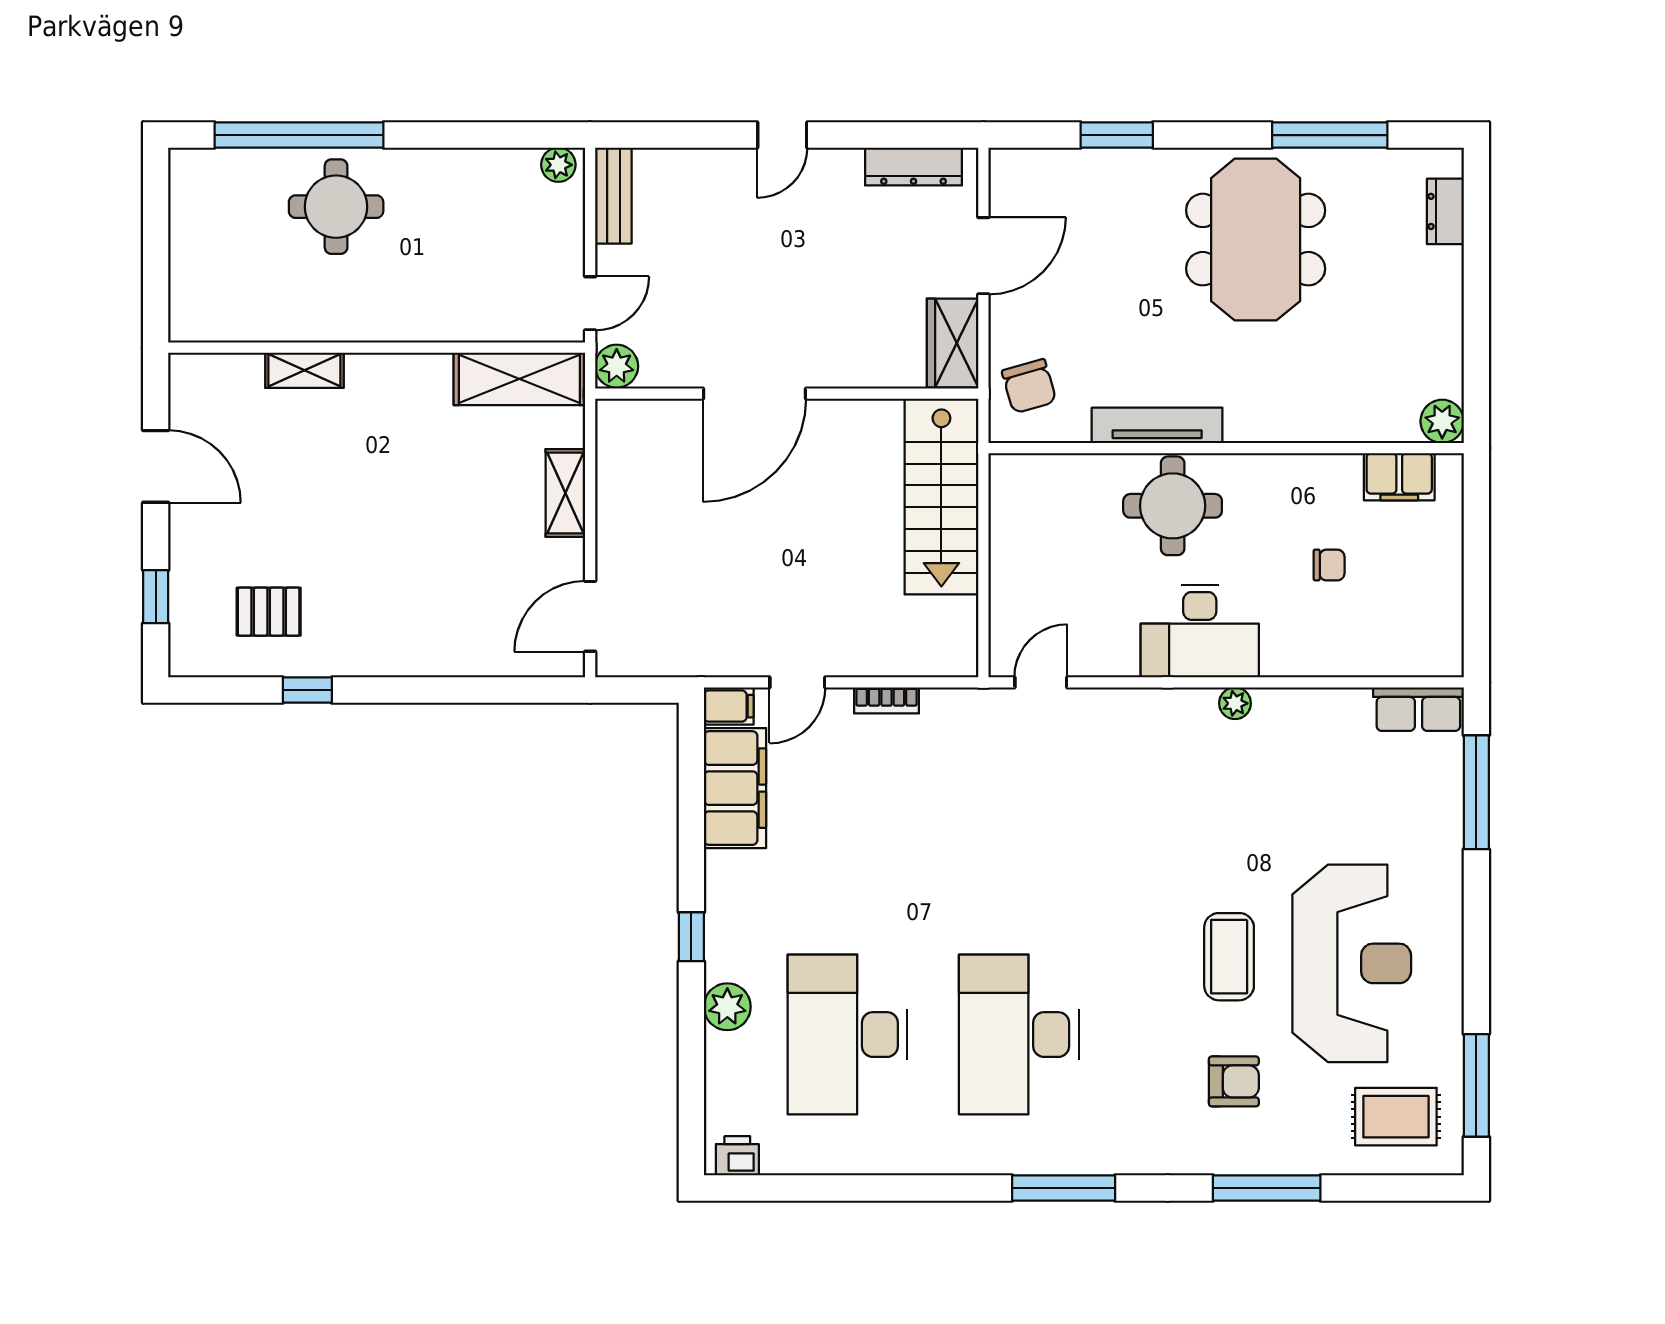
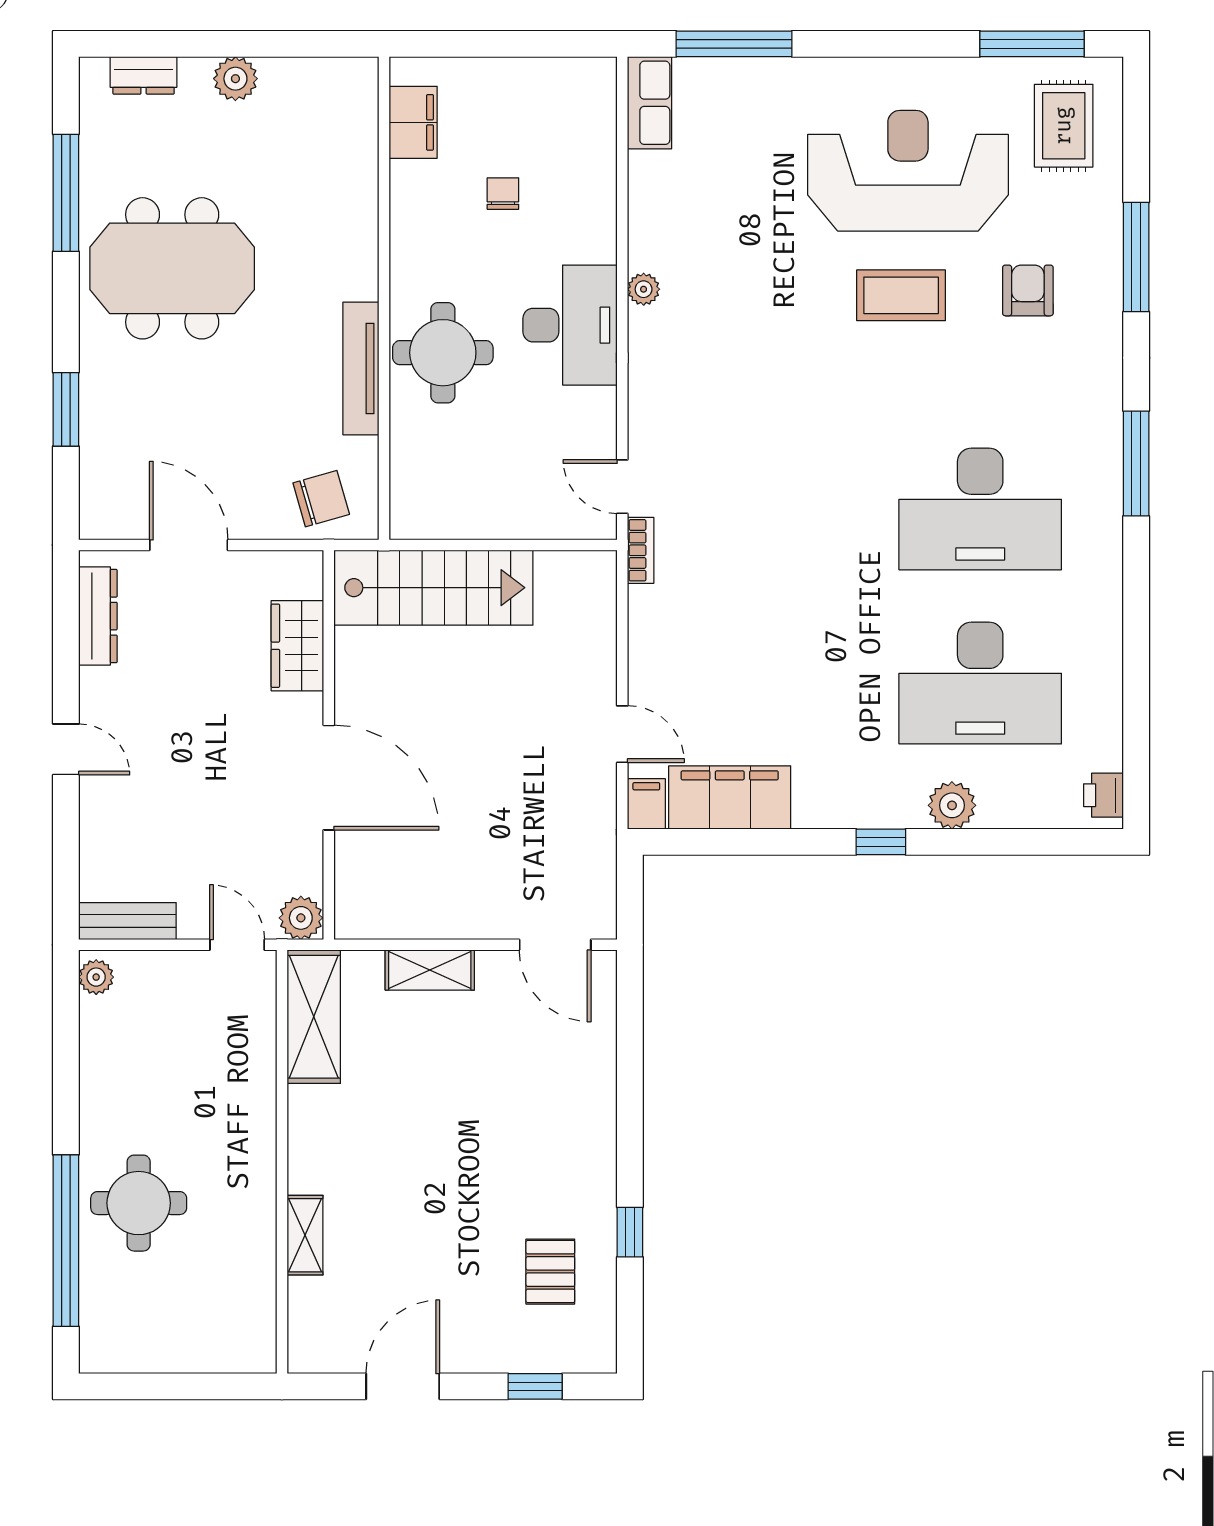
wardrobe: (953, 343) -> (297, 646), moved, turned 90
plant: (1442, 421) -> (235, 79), moved
bookcase: (886, 700) -> (641, 550), moved

